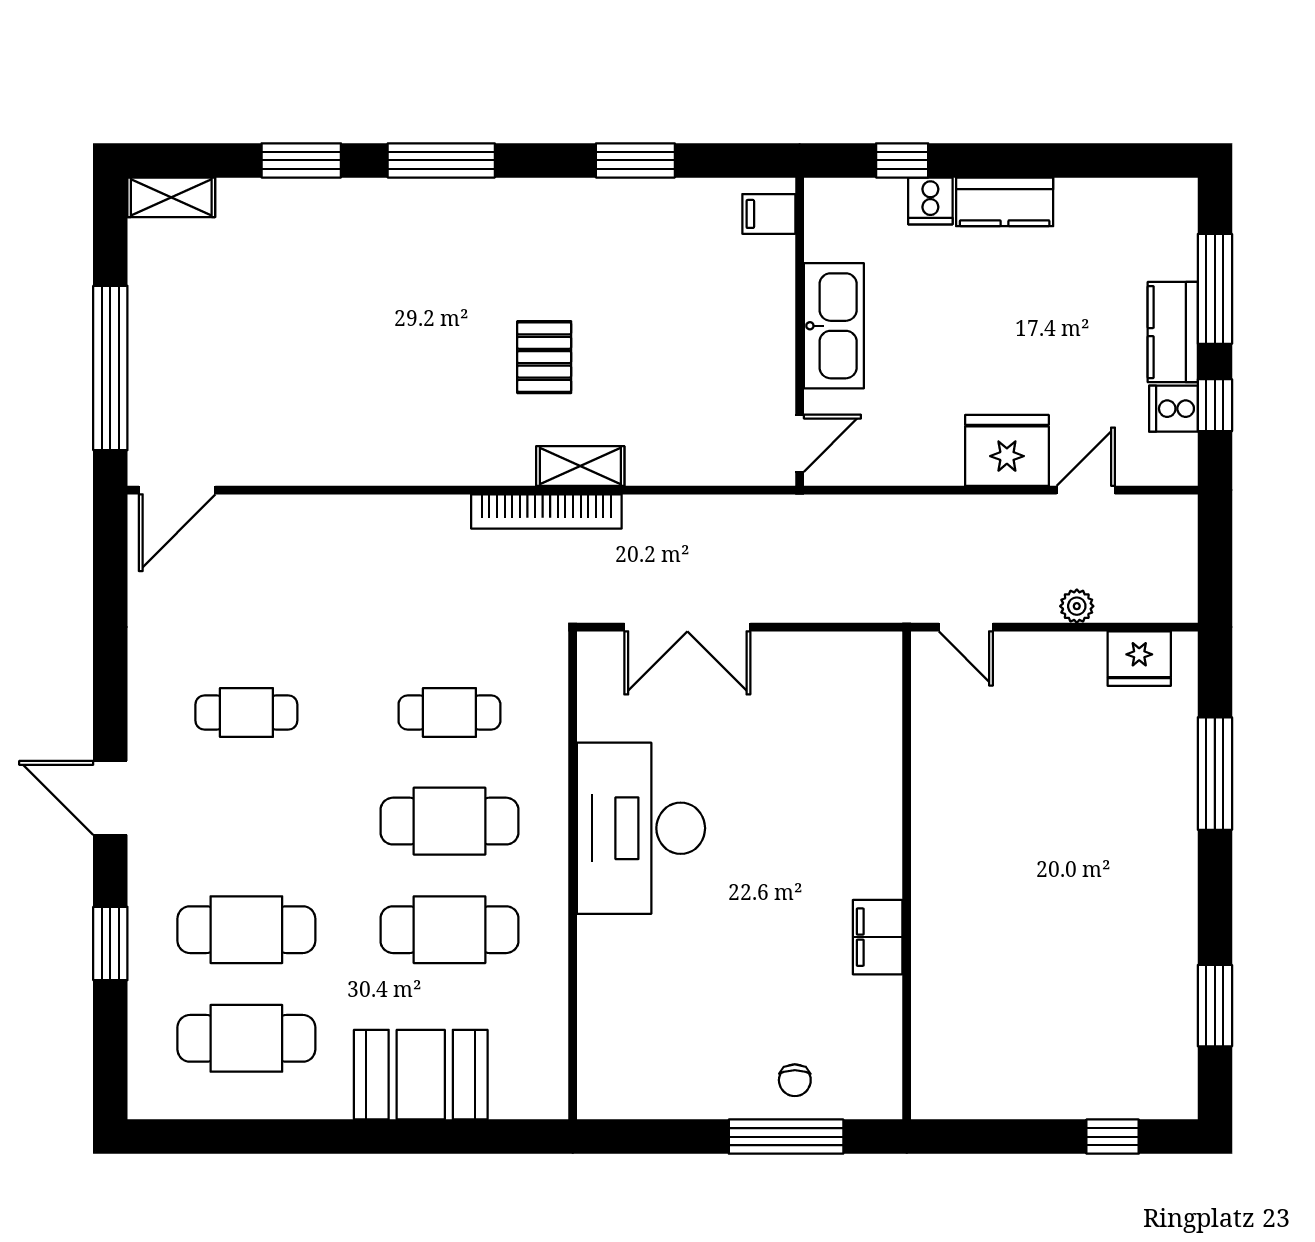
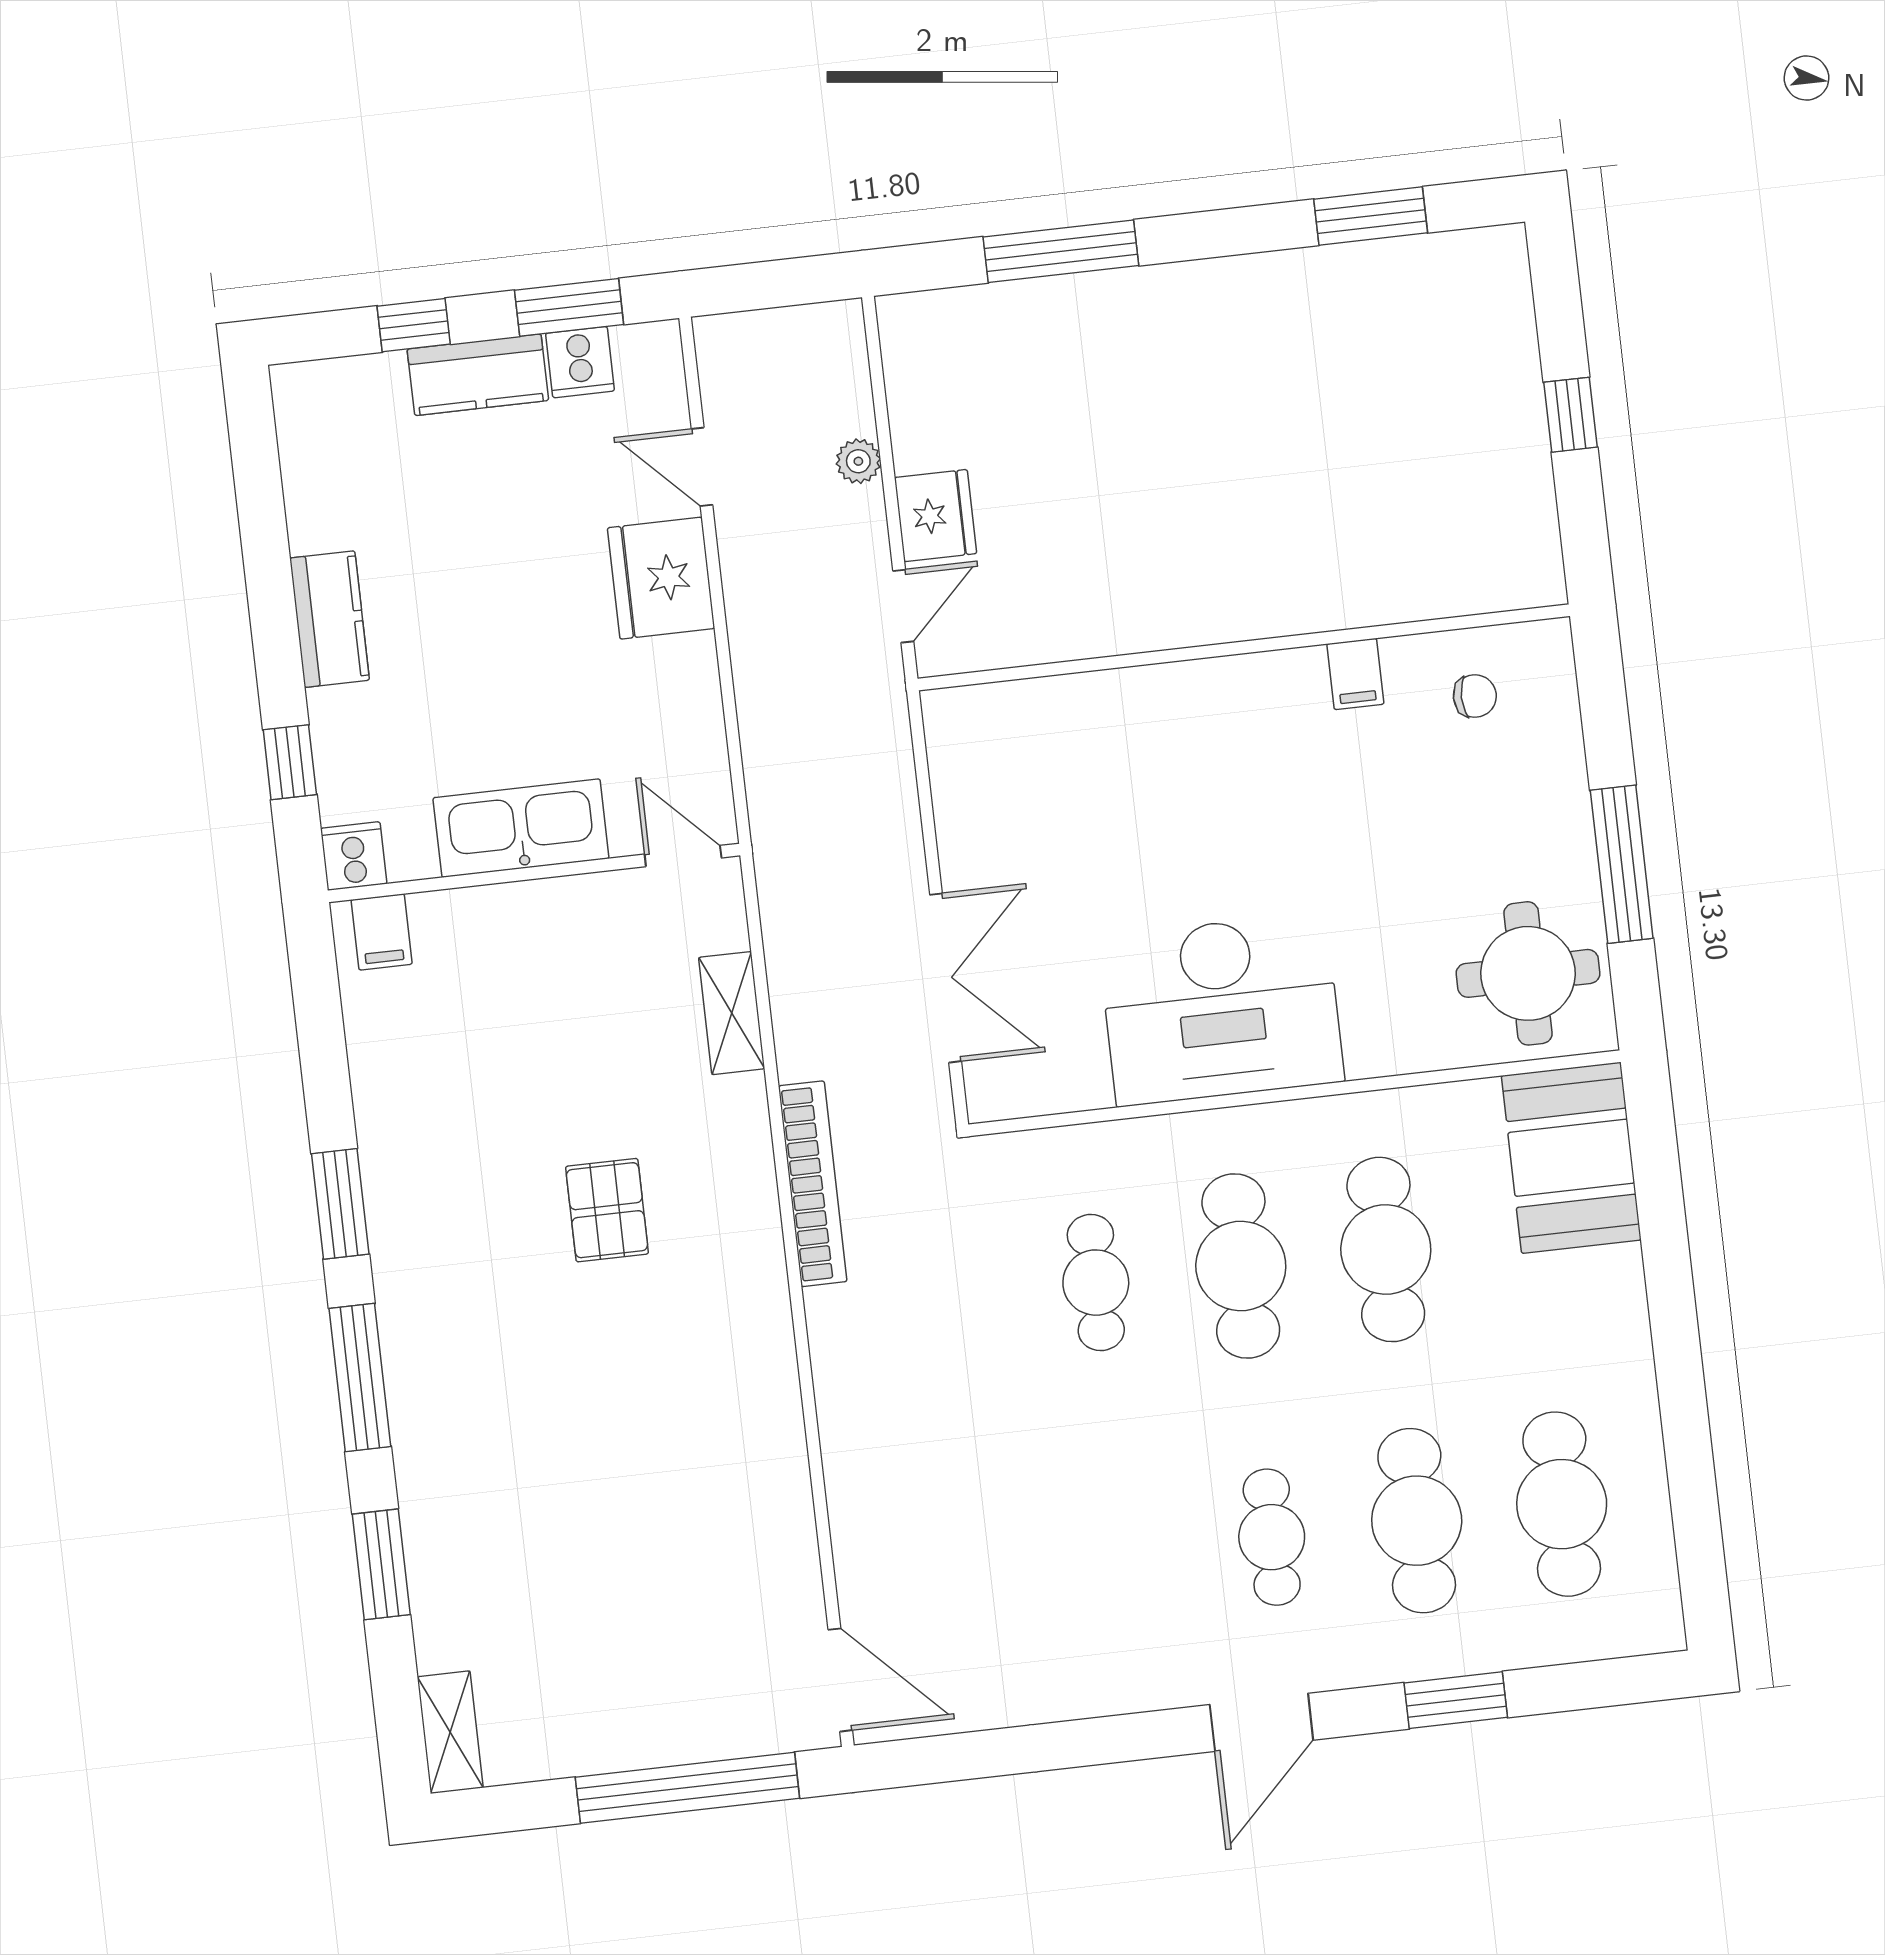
window: (635, 160) -> (340, 1204), moved
cooker: (930, 201) -> (354, 856), moved, turned -90
window: (1215, 289) -> (414, 325), width x0.46
pallet: (544, 357) -> (607, 1210), turned 90
window: (1215, 405) -> (569, 307), width x1.50
shelving: (580, 466) -> (732, 1013), moved
fridge: (1139, 659) -> (936, 516), moved
cafe table: (246, 713) -> (1272, 1537), moved
filing cabinet: (878, 937) -> (1355, 674), width x0.50
round table: (642, 1058) -> (1528, 973), added
booth: (421, 1075) -> (1571, 1158), moved
chair: (795, 1080) -> (1475, 696), moved
window: (786, 1137) -> (1622, 864), moved
window: (1113, 1137) -> (1570, 415), moved

